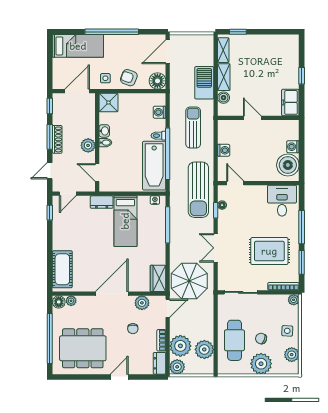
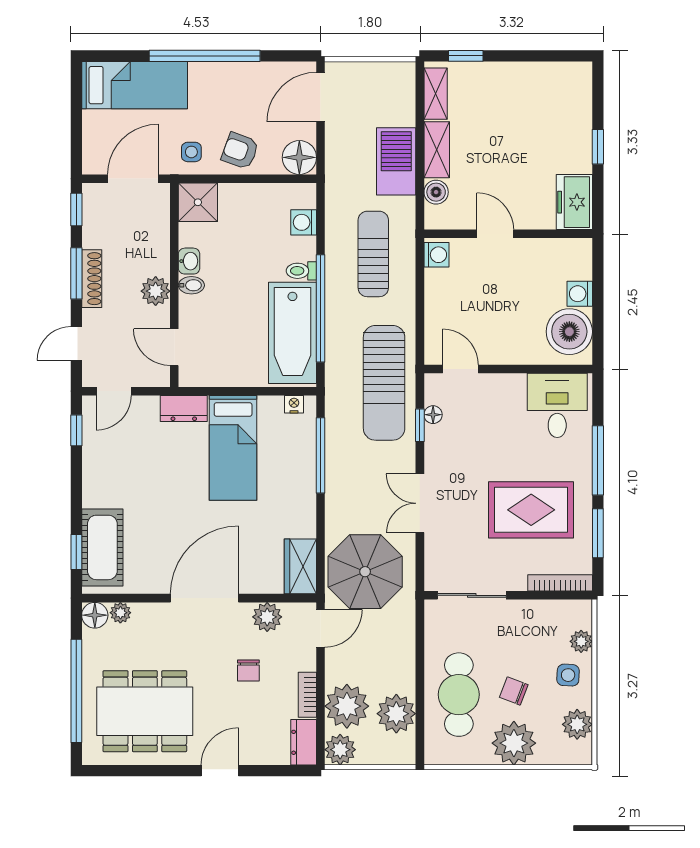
washing machine: (224, 150) -> (436, 255), moved
window: (50, 271) -> (76, 552), added
plant: (294, 300) -> (581, 641), moved

